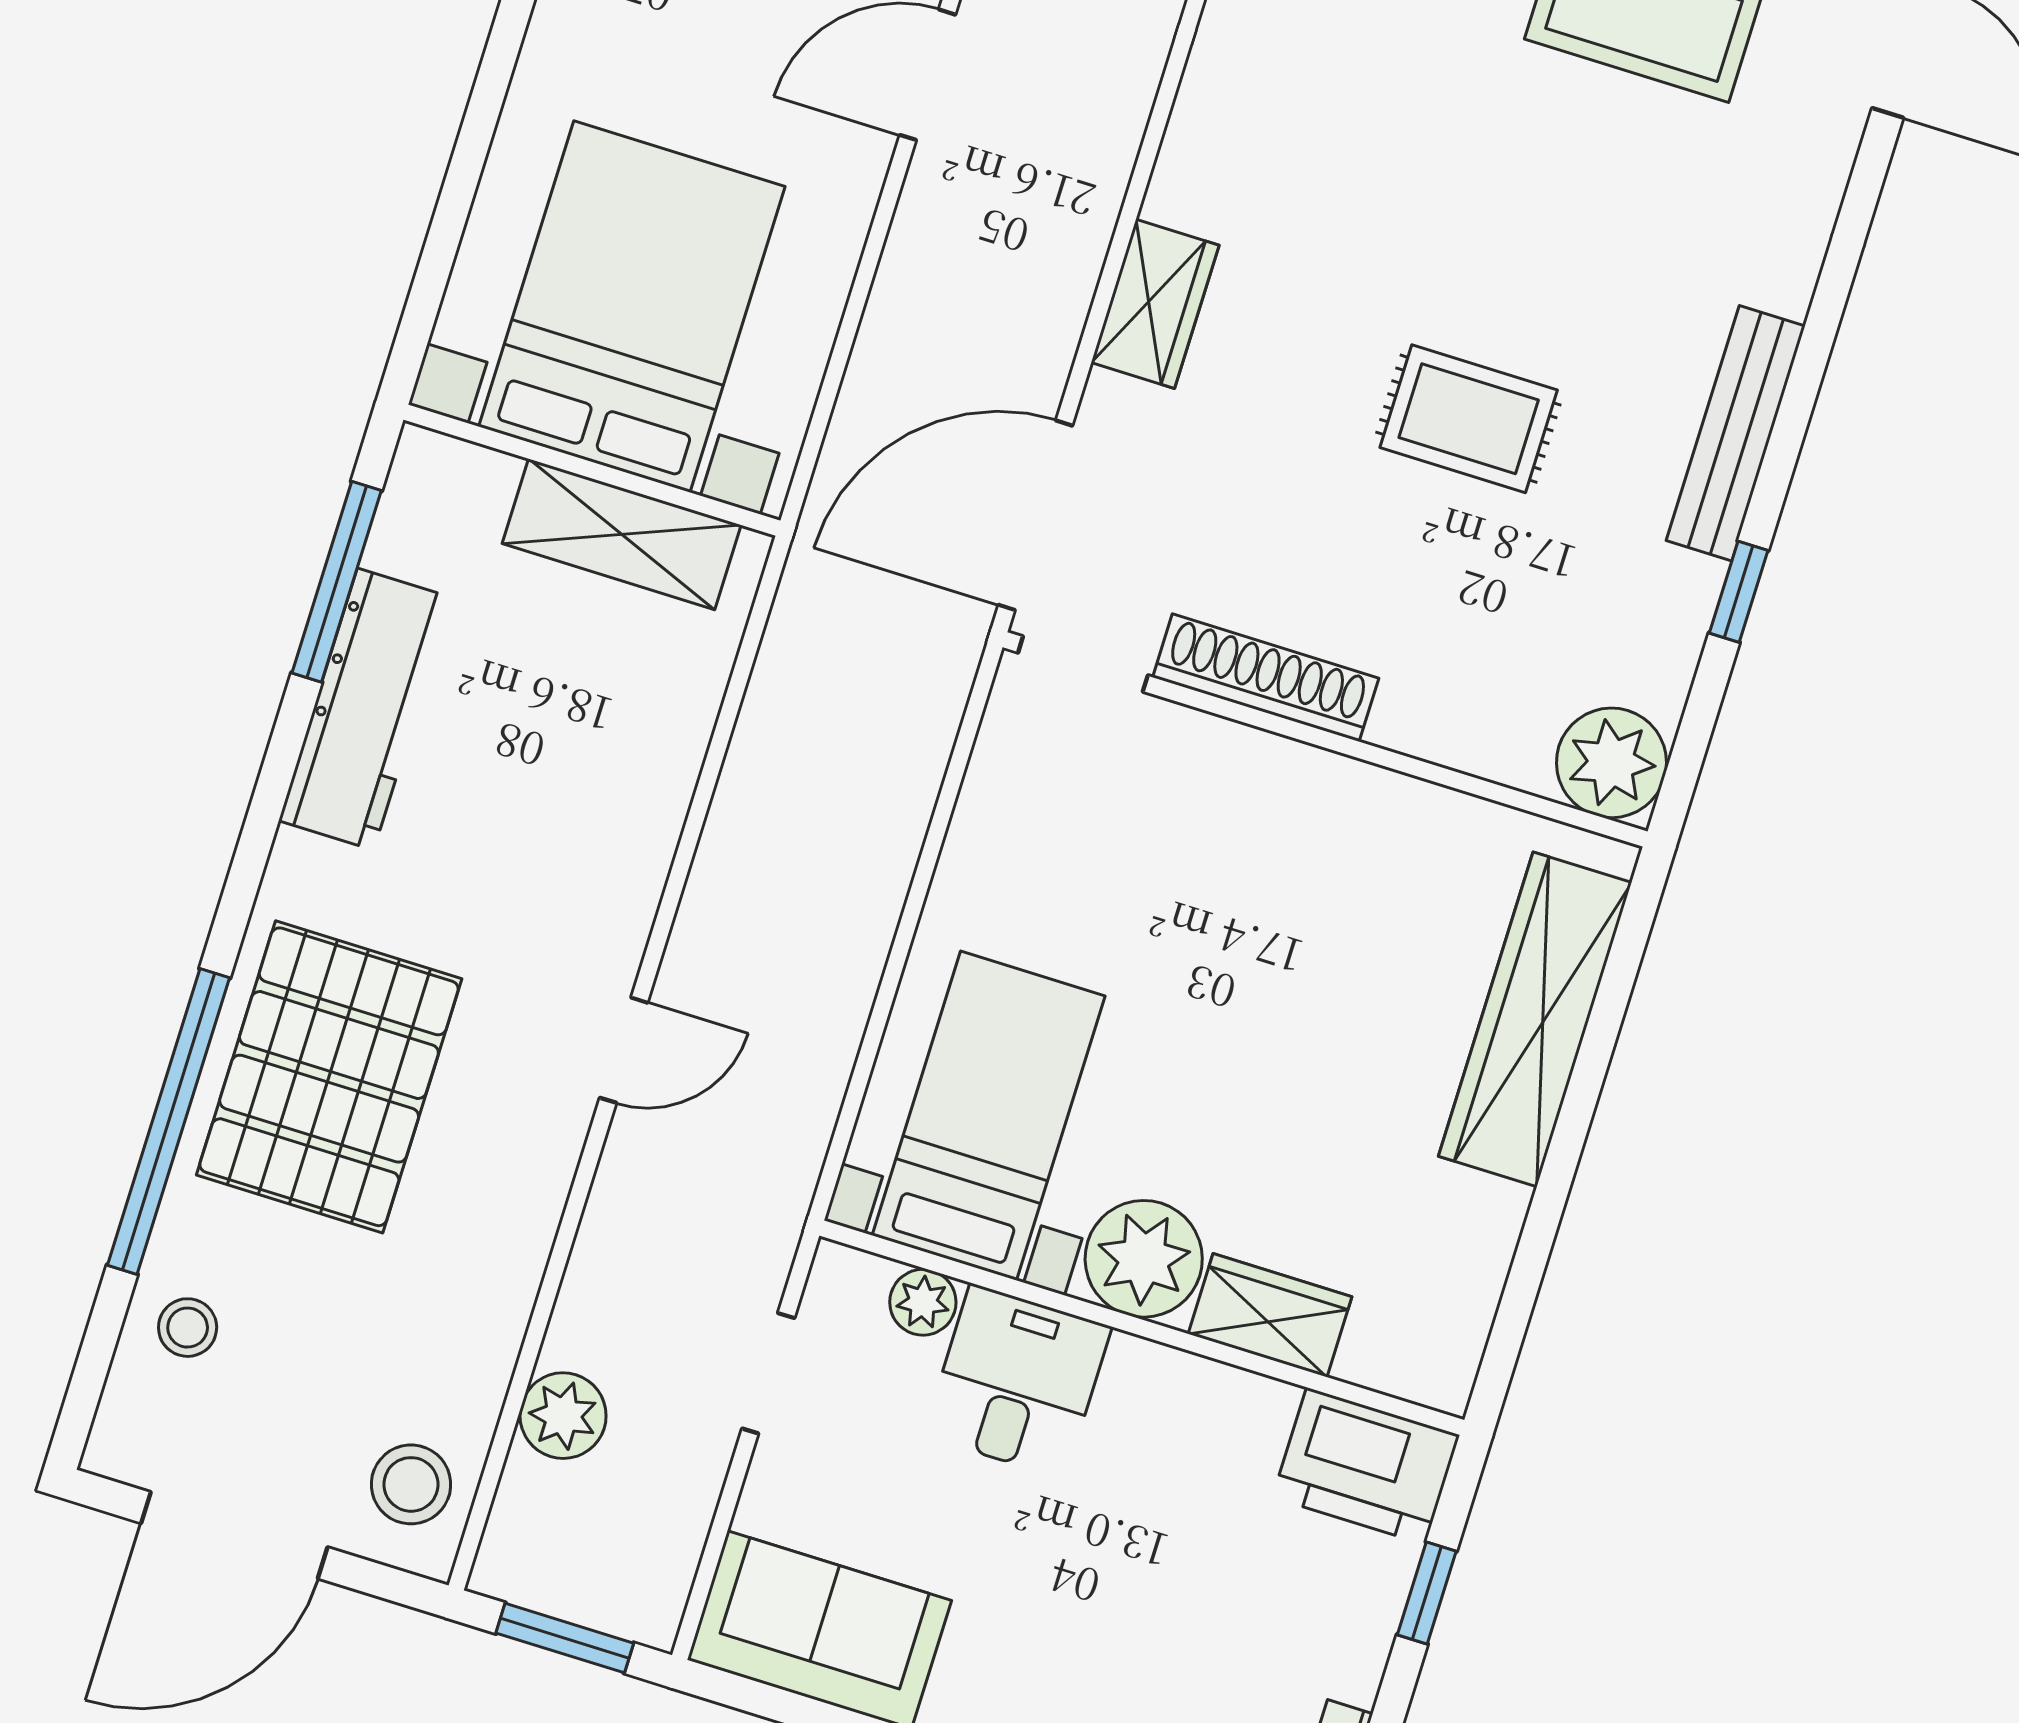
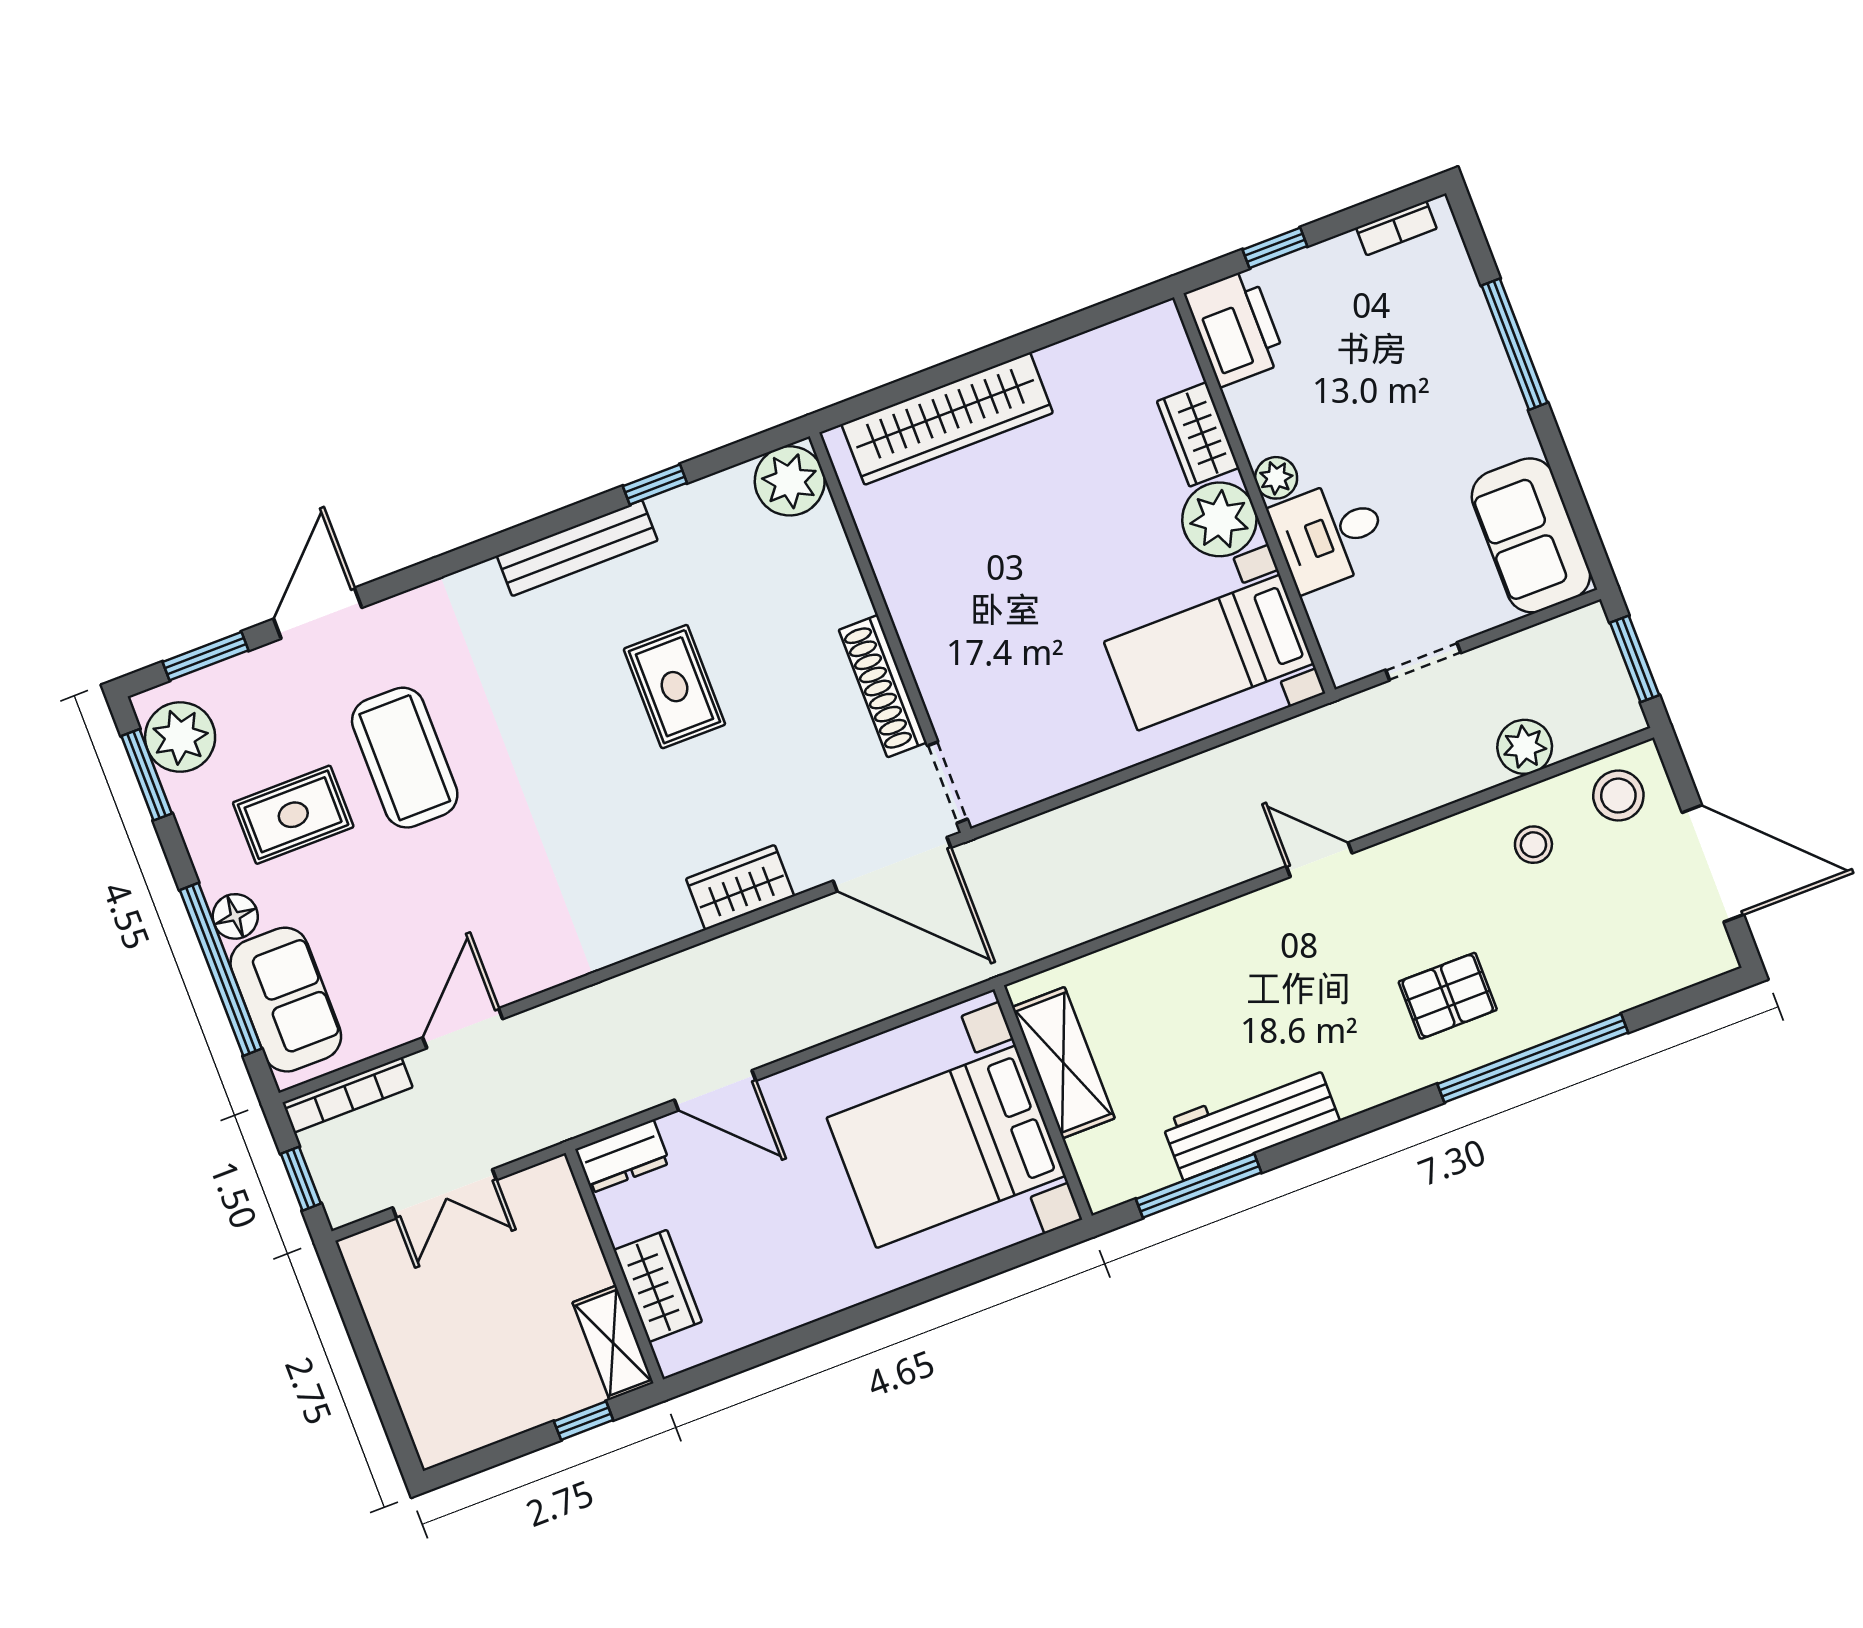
pallet: (329, 1077) -> (1448, 996), width x0.49, depth x0.50
plant: (923, 1302) -> (1276, 478), moved
stool: (188, 1328) -> (1533, 845), moved

